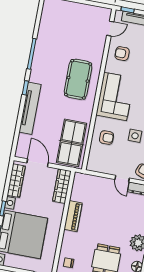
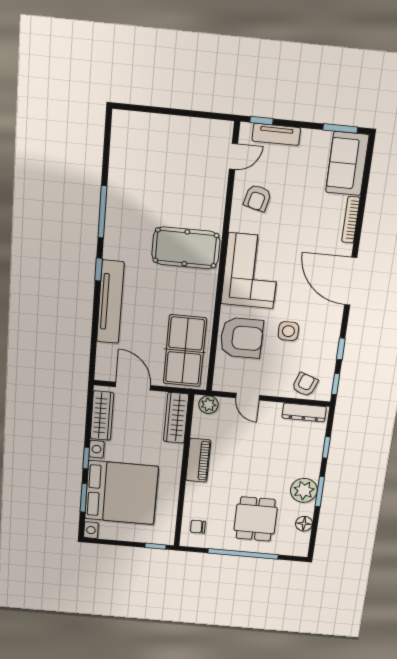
armchair: (122, 54) -> (257, 198), turned -76
pool table: (78, 79) -> (186, 248), turned 90
armchair: (106, 138) -> (242, 338), width x1.88, depth x1.88
plant: (83, 179) -> (208, 405), added
door: (122, 179) -> (248, 397), moved

